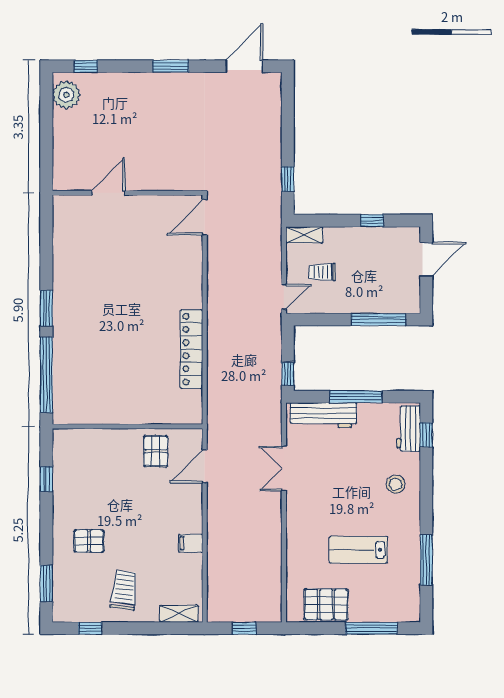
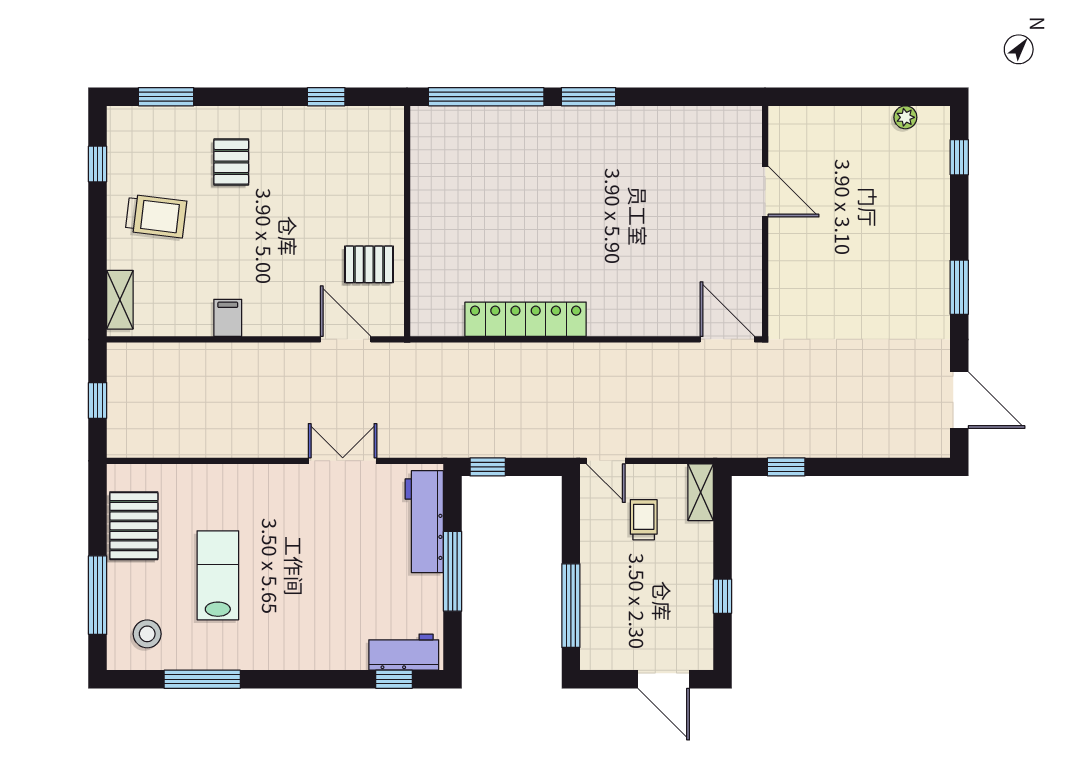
plant: (66, 95) -> (905, 117), width x0.53, depth x0.53
stool: (396, 484) -> (147, 634), moved

